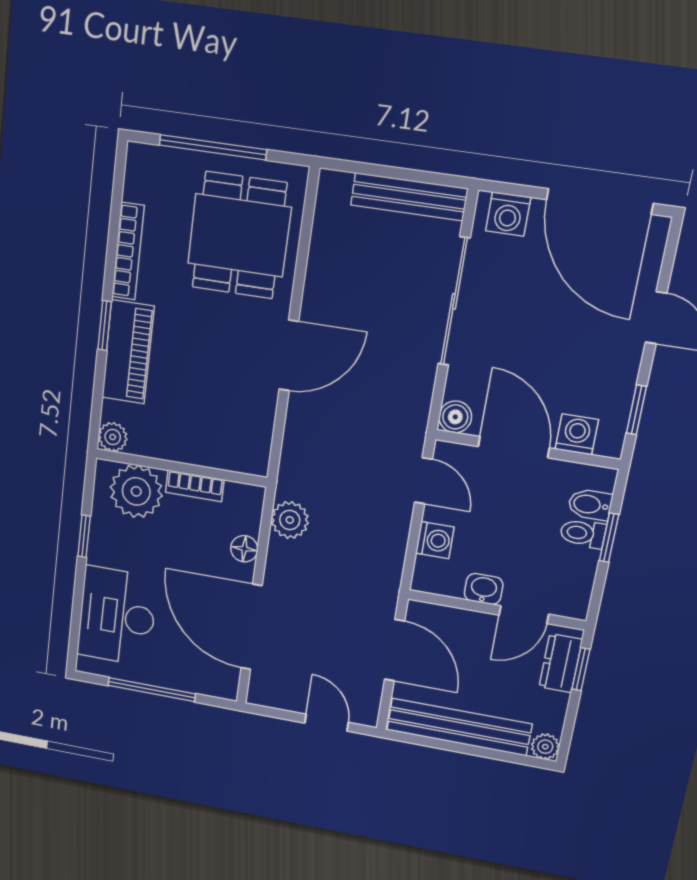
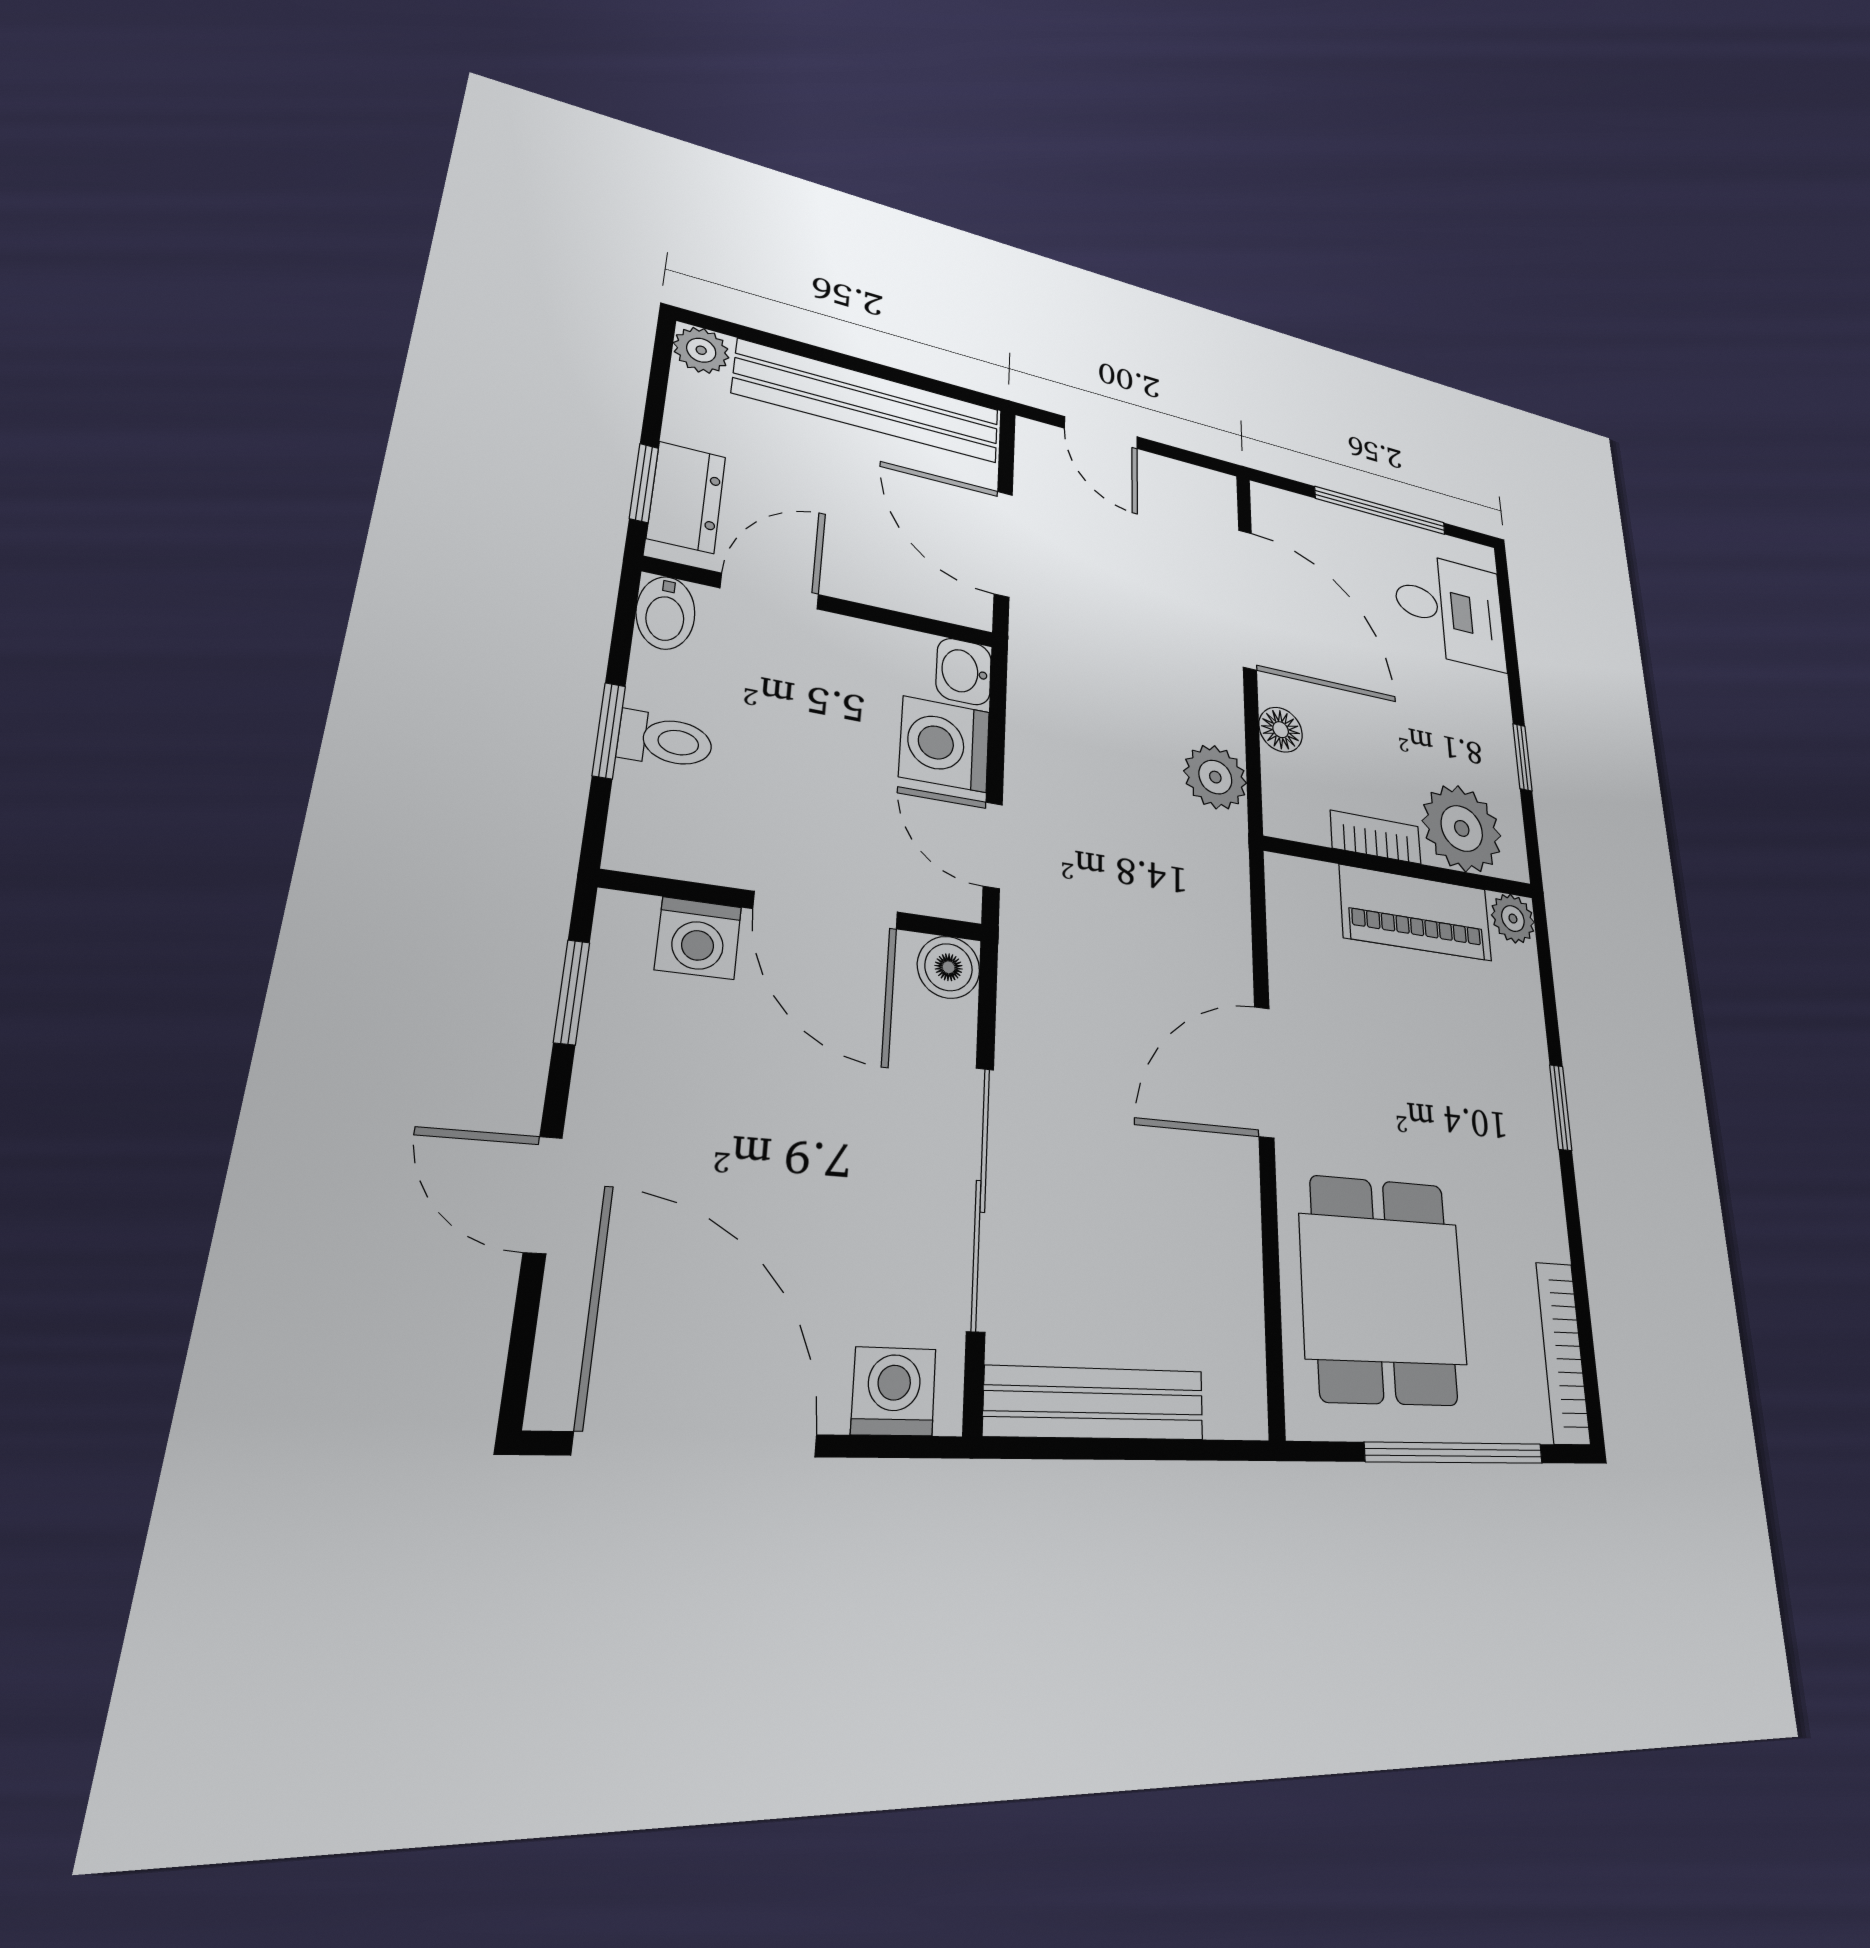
bookcase: (128, 251) -> (1563, 1352), moved
piano: (128, 352) -> (1416, 913), moved, turned -90
bidet: (590, 505) -> (666, 613), moved, turned 90
washing machine: (435, 540) -> (945, 744), width x1.38, depth x1.38
washbasin: (484, 589) -> (964, 671), moved, turned 90
desk: (117, 616) -> (1450, 610), width x0.73

